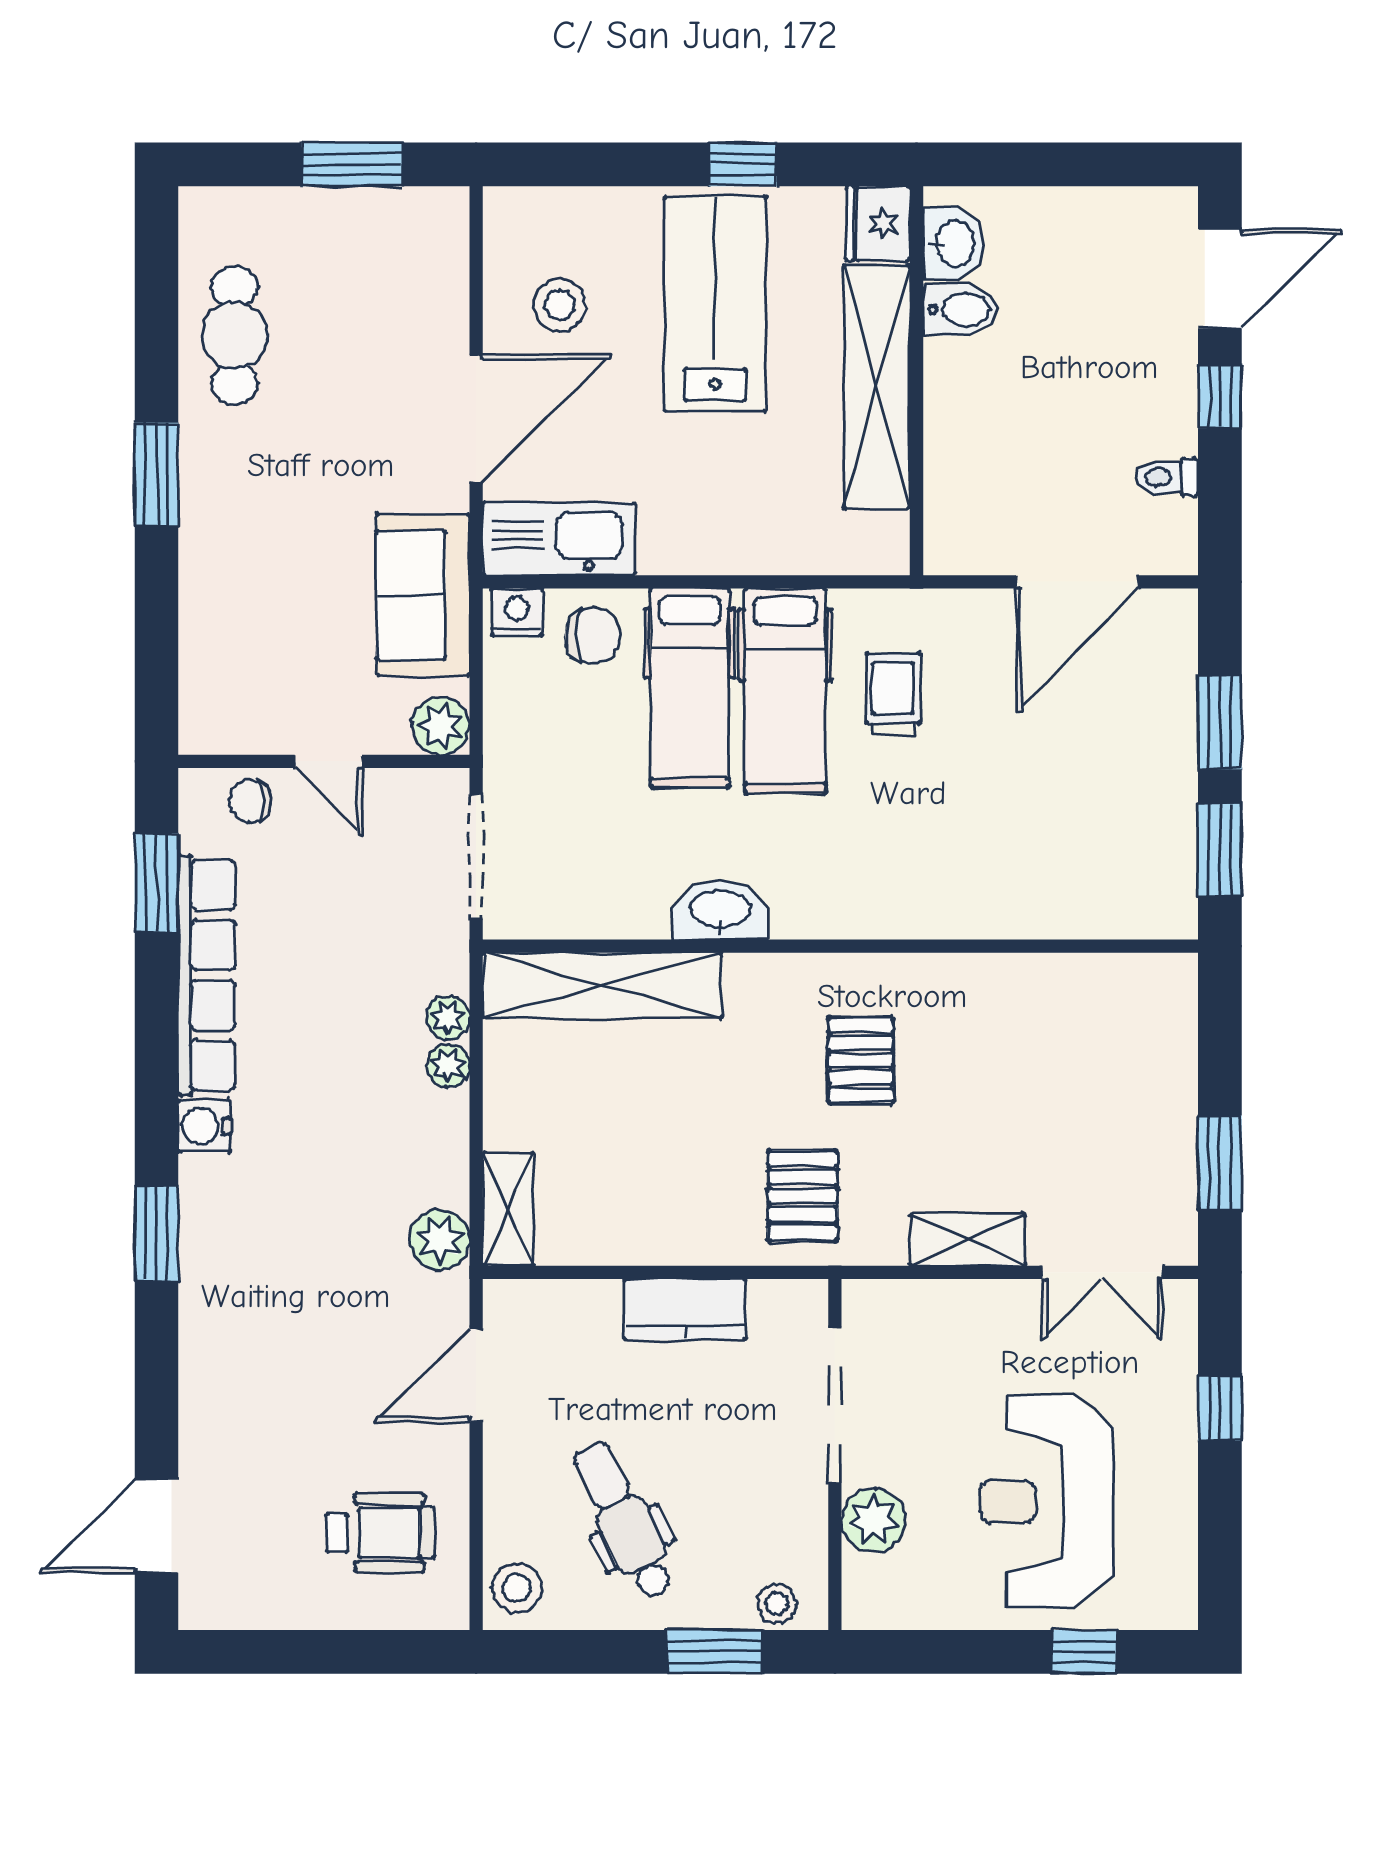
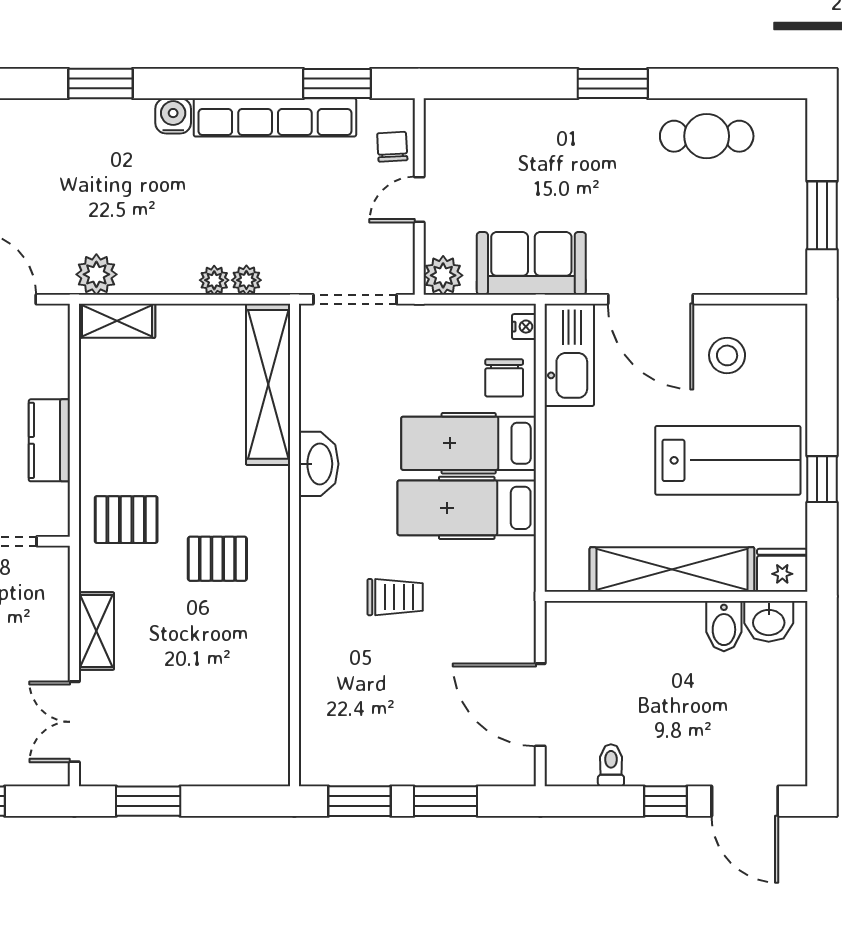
nightstand: (517, 612) -> (524, 327), width x0.72, depth x0.74
trolley: (893, 694) -> (395, 597), moved

